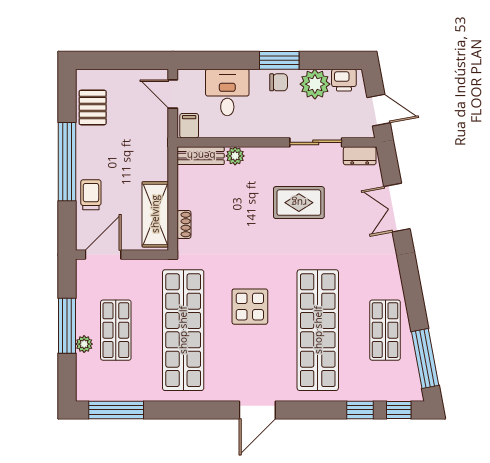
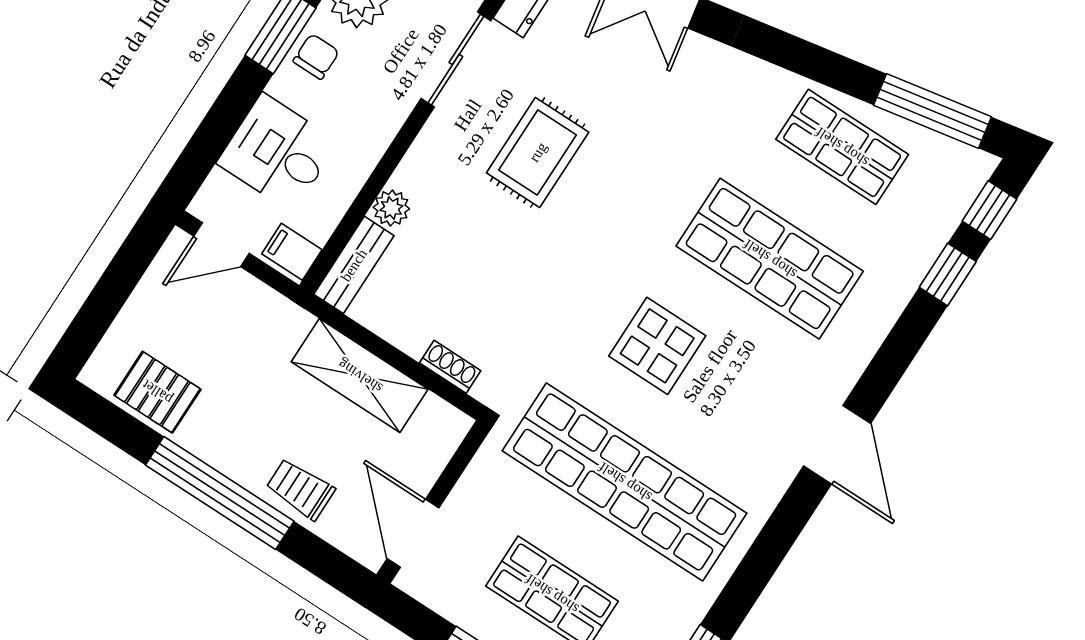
shelving: (155, 214) -> (360, 376), moved
shop shelf: (318, 330) -> (770, 259), width x0.71

